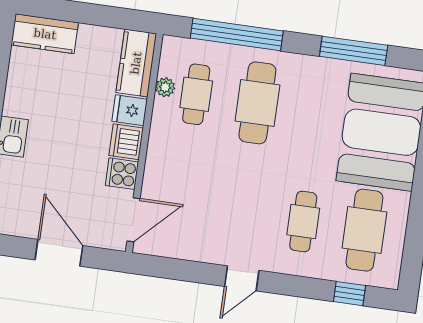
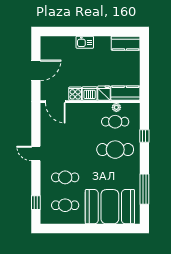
kitchen counter: (45, 34) -> (126, 43), moved, turned -90
window: (237, 34) -> (144, 136), width x0.32
cafe table: (364, 230) -> (65, 205), width x0.73, depth x0.74

